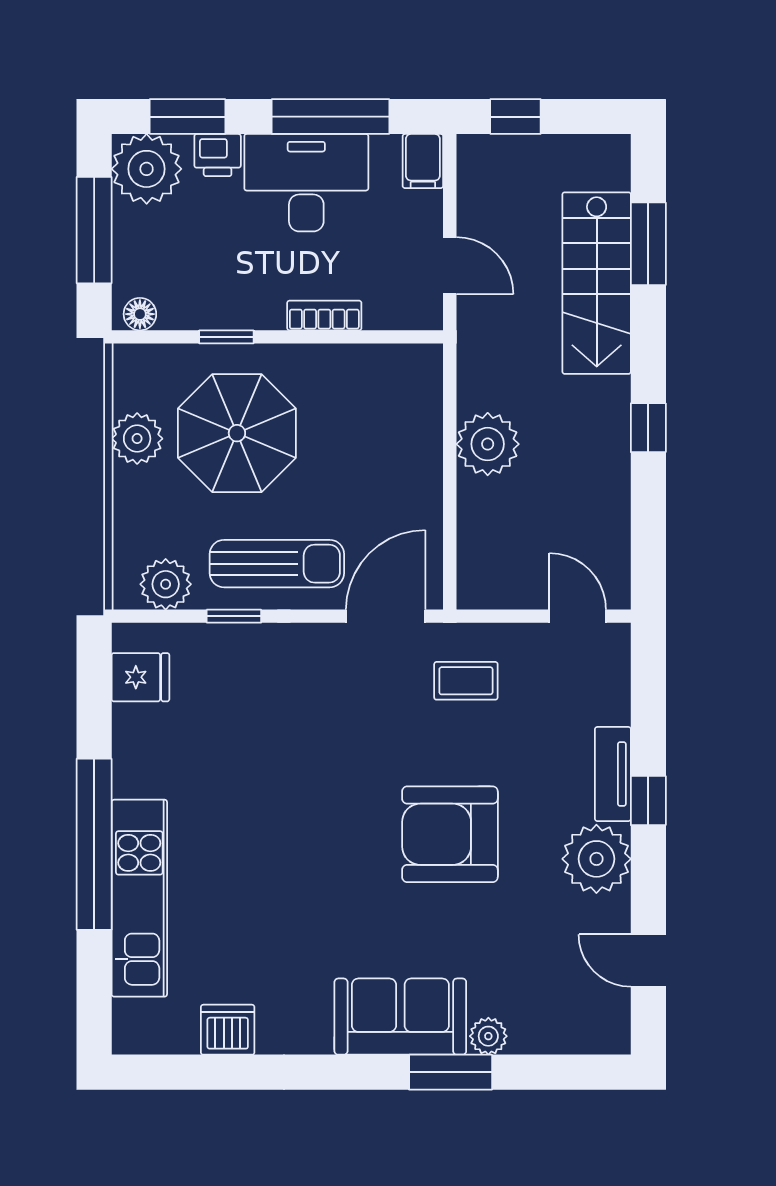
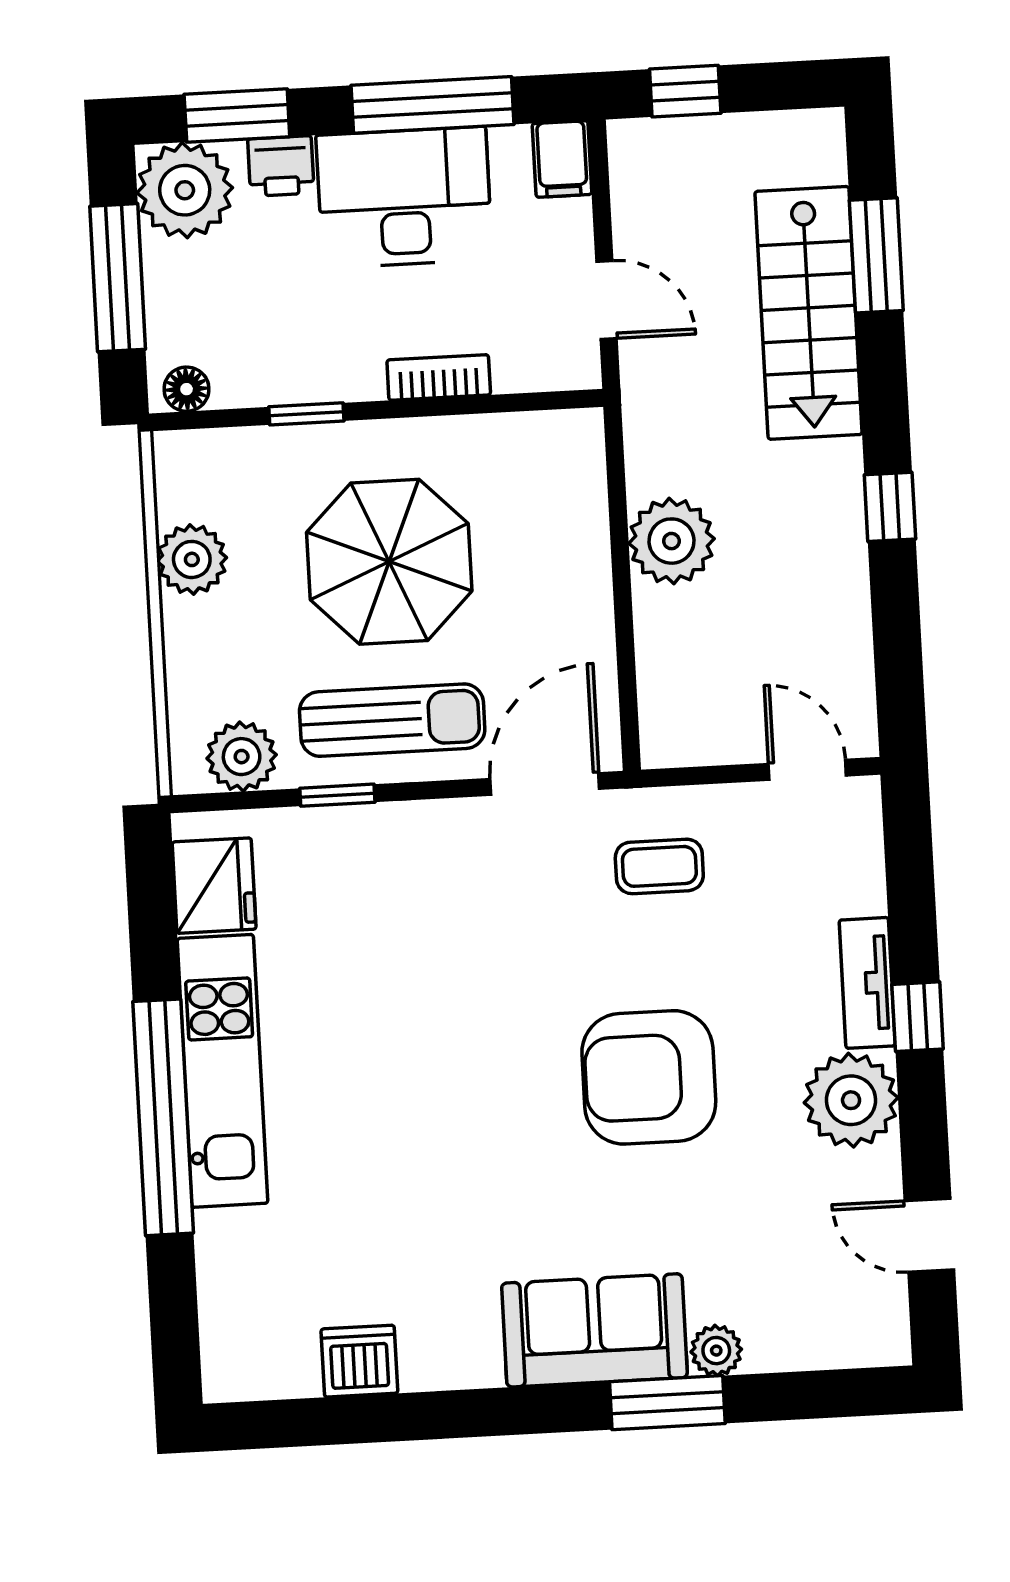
parasol: (237, 433) -> (389, 562), moved
fridge: (140, 677) -> (214, 886), width x1.38
kitchen unit: (139, 898) -> (223, 1071), moved

